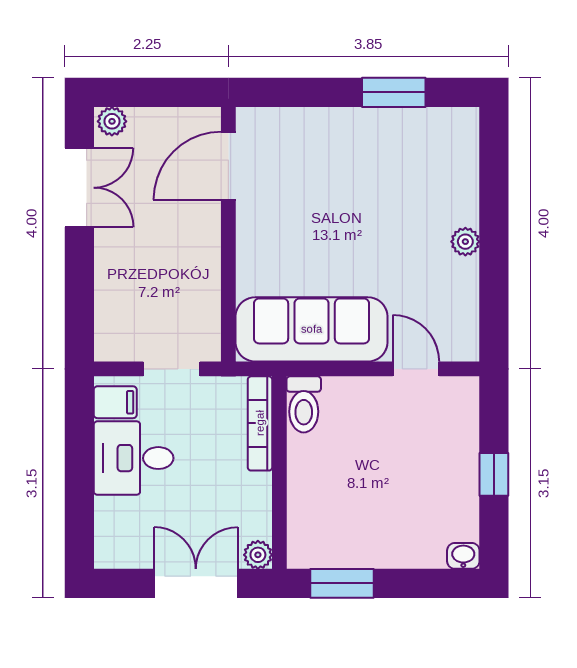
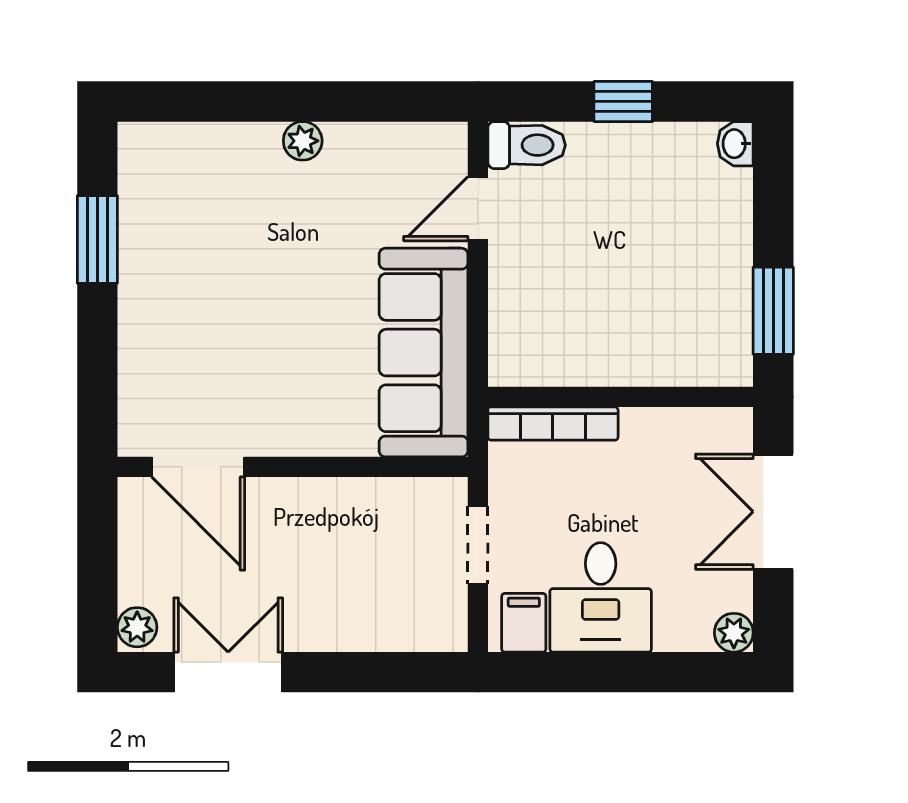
toilet: (304, 404) -> (527, 145), moved
plant: (258, 555) -> (734, 633), moved

